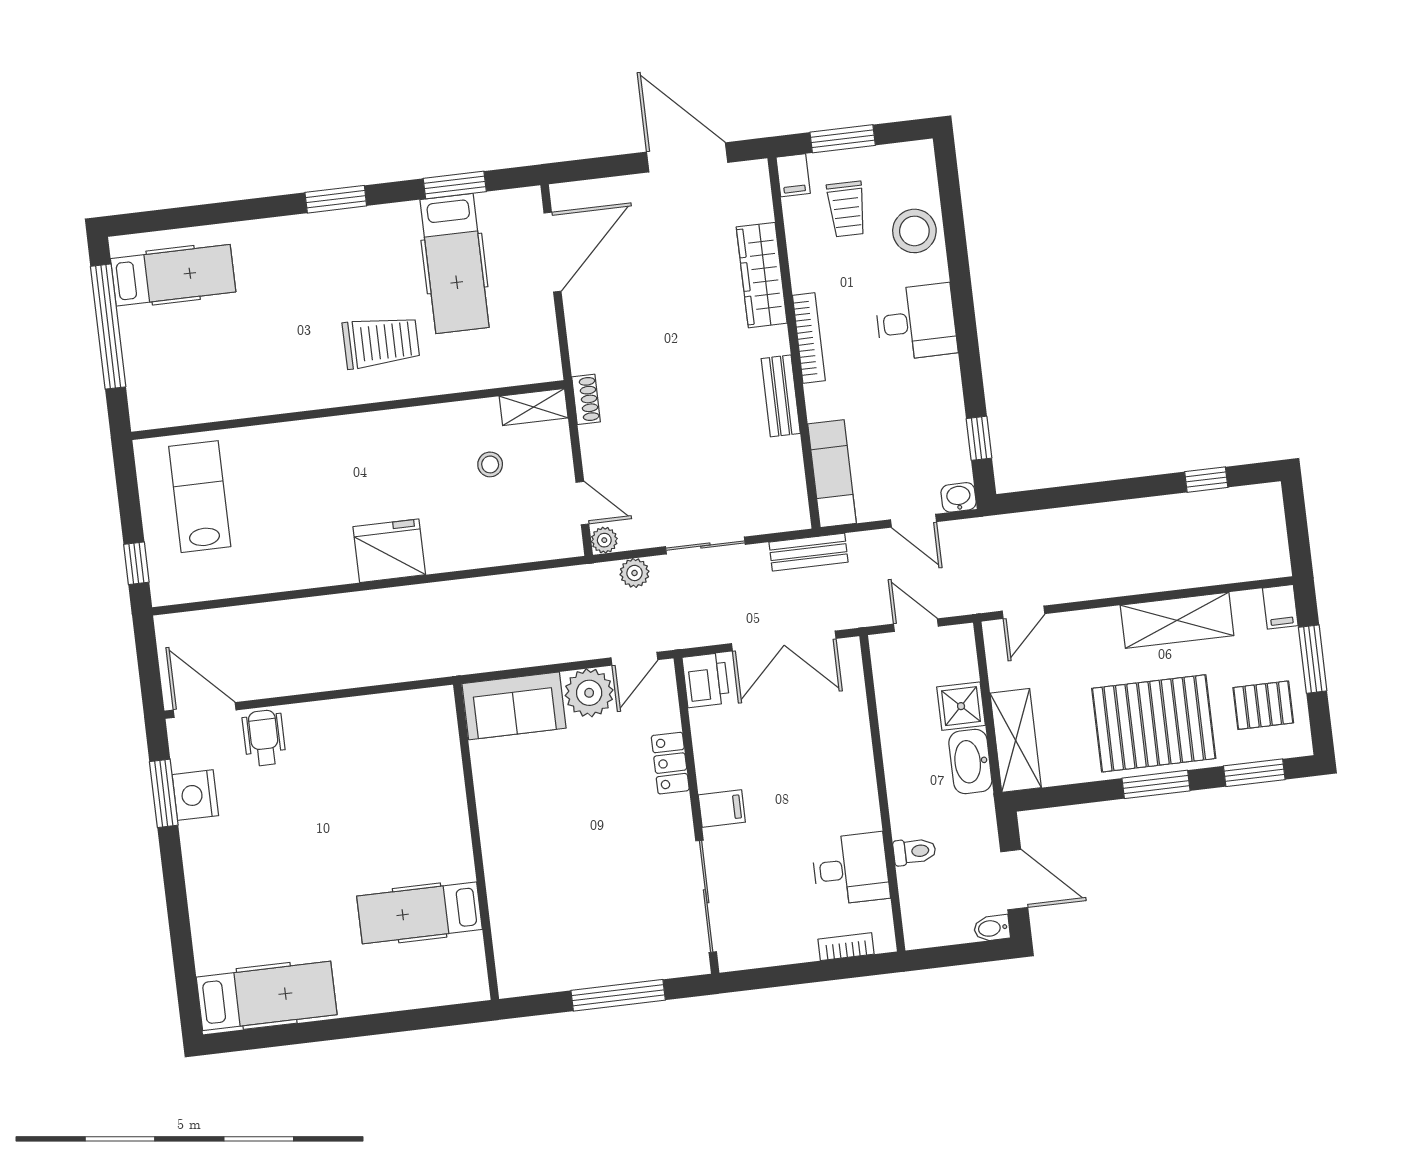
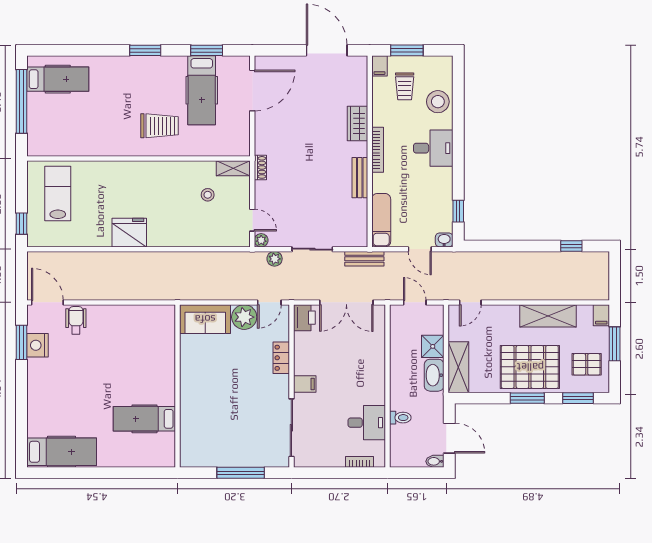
wardrobe: (762, 275) -> (357, 124), width x0.67
fridge: (389, 551) -> (129, 233), moved

